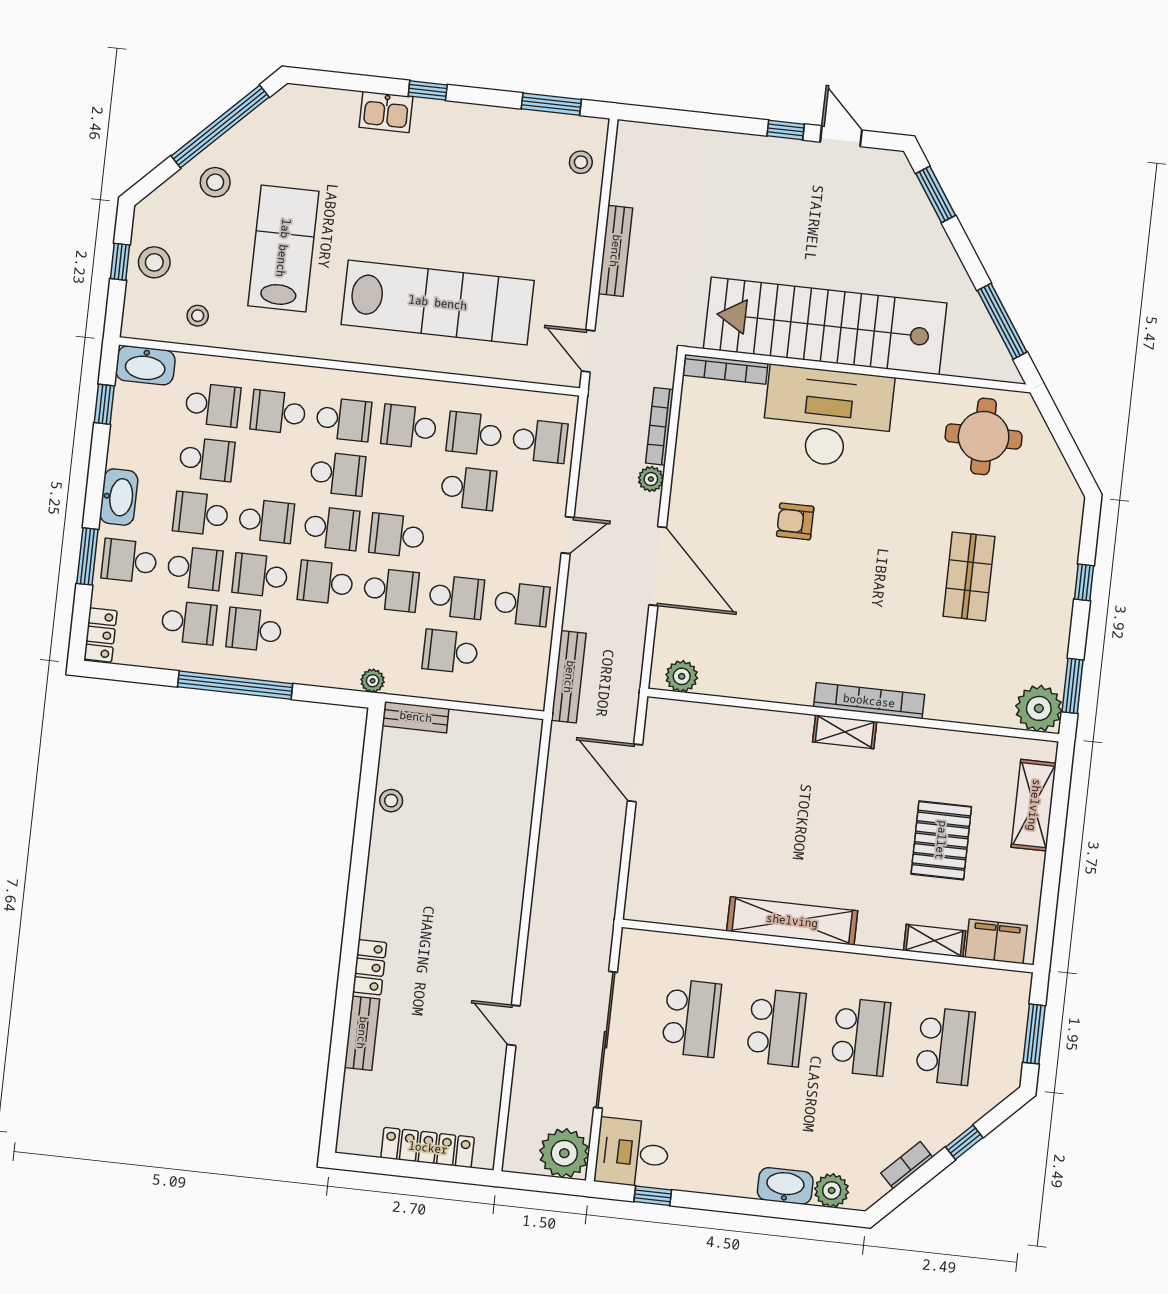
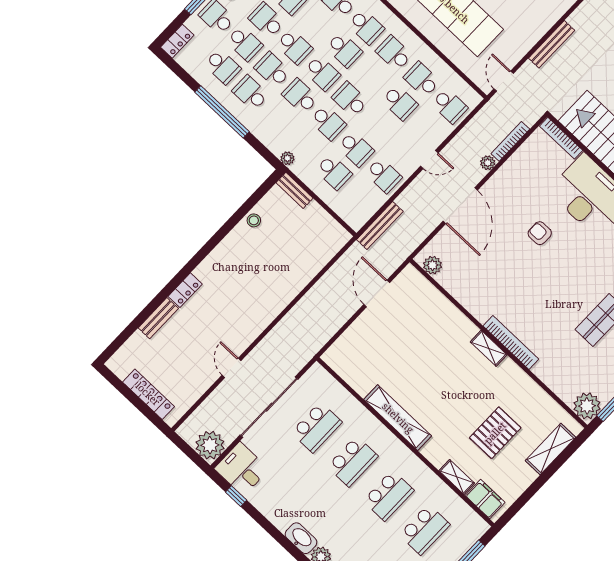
school desk: (450, 651) -> (334, 172), turned 180

